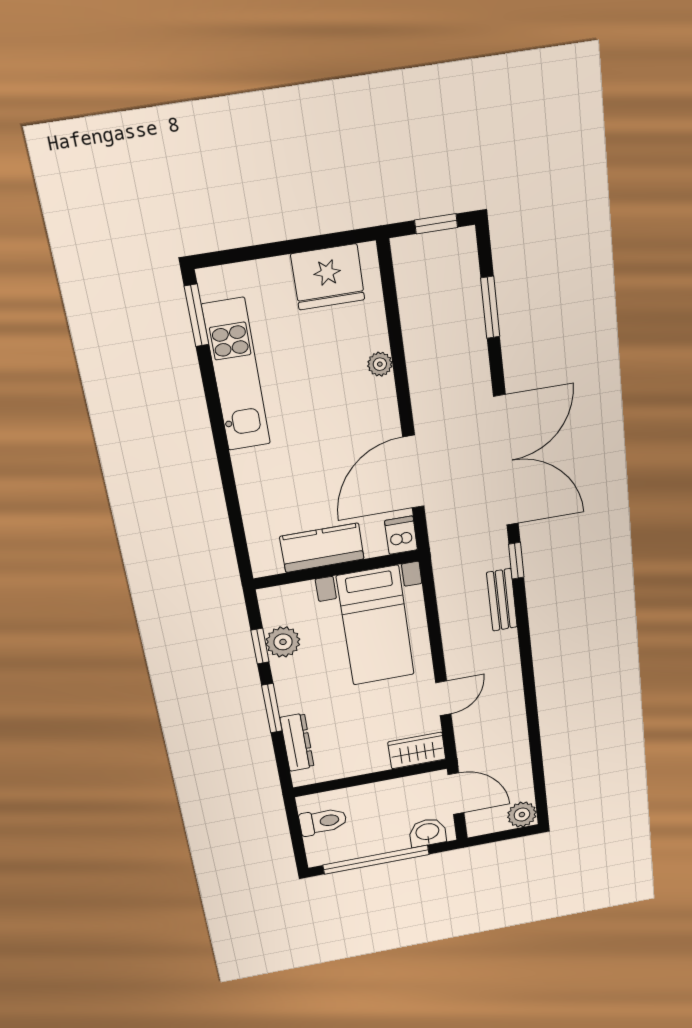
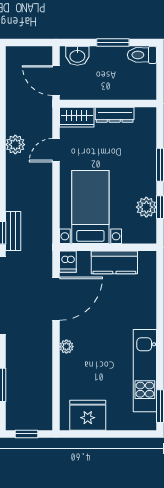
plant: (380, 364) -> (66, 347), moved
bench: (502, 600) -> (13, 231), moved
dresser: (297, 742) -> (115, 115), moved, turned -90
plant: (522, 815) -> (15, 145), moved
toilet: (323, 821) -> (142, 55), moved
window: (376, 860) -> (113, 42), width x0.47

